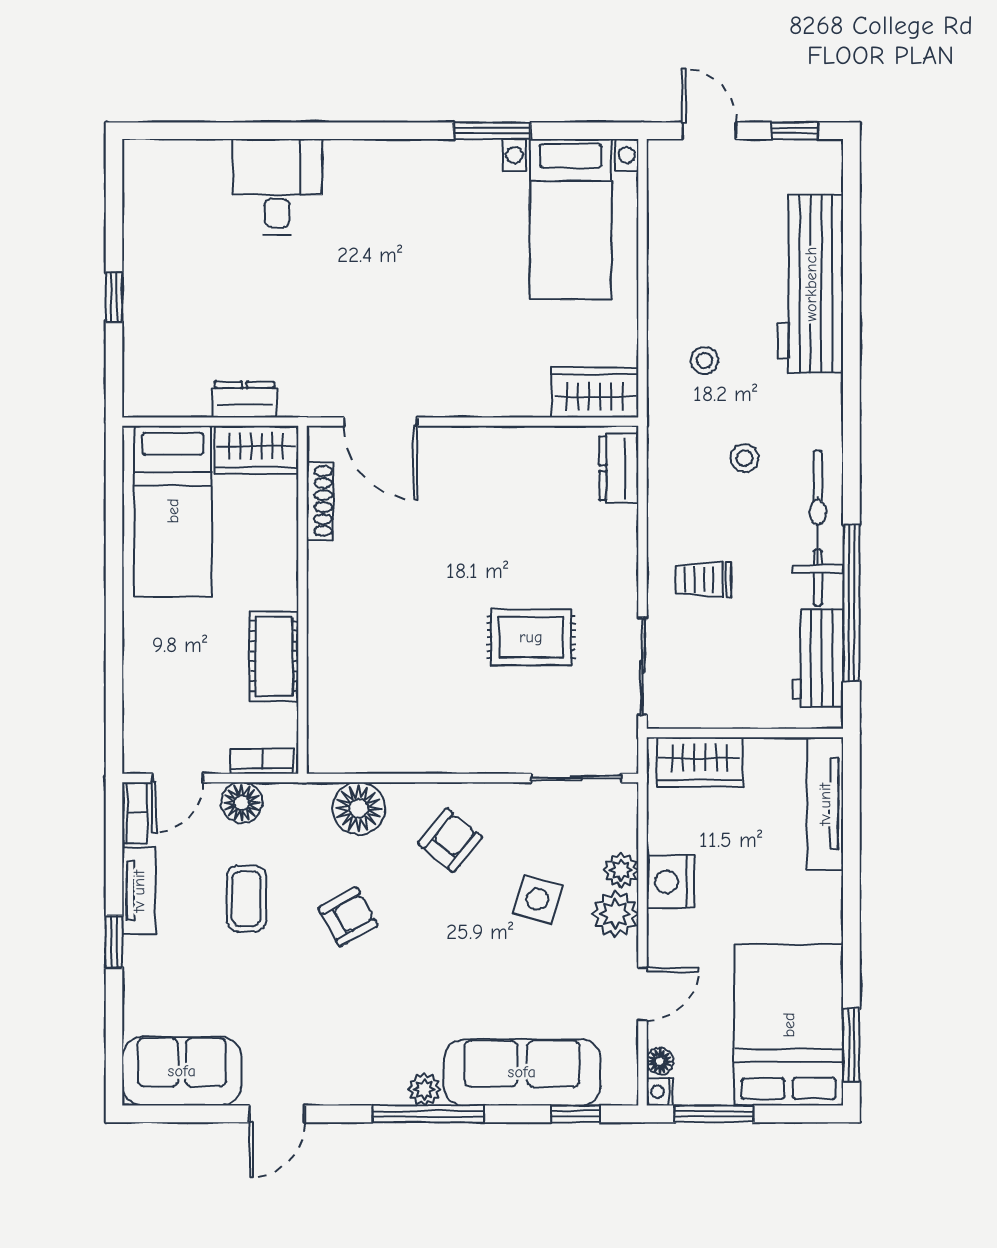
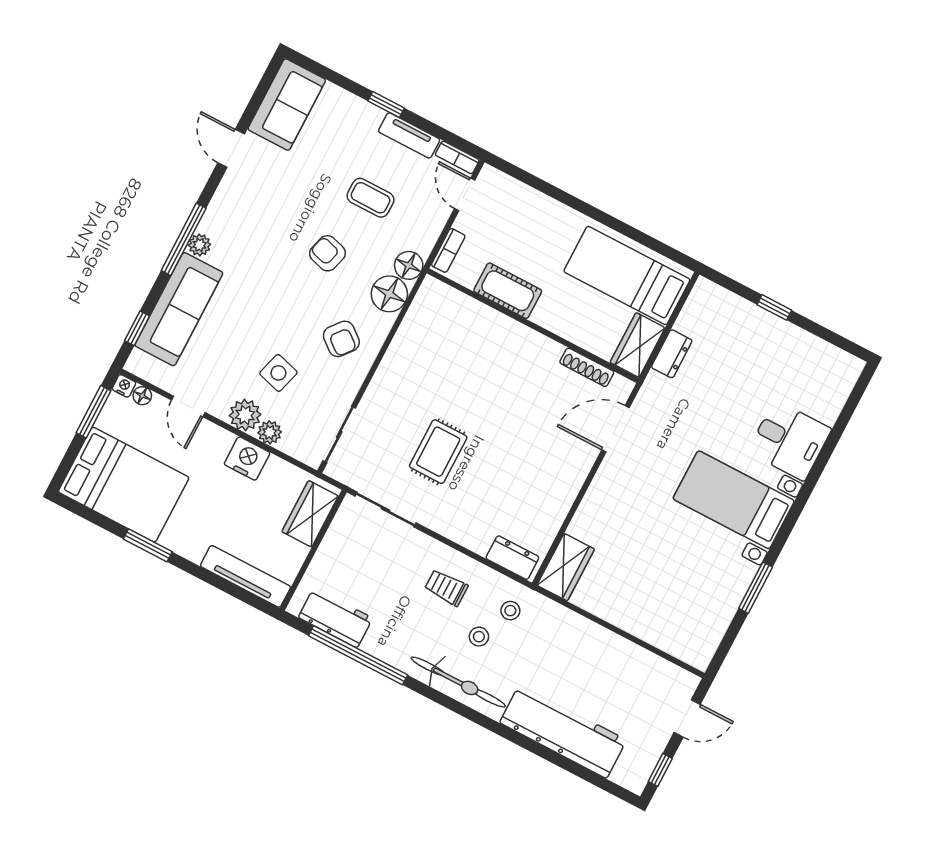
bed with nightstands: (571, 219) -> (734, 500), moved
stool: (704, 360) -> (510, 611), moved
bicycle: (818, 528) -> (458, 682), moved
trolley: (703, 580) -> (446, 588), moved, turned -90
floor lamp: (242, 803) -> (409, 265), moved
armchair: (348, 917) -> (327, 253), turned 135
window: (851, 1045) -> (148, 545), moved

